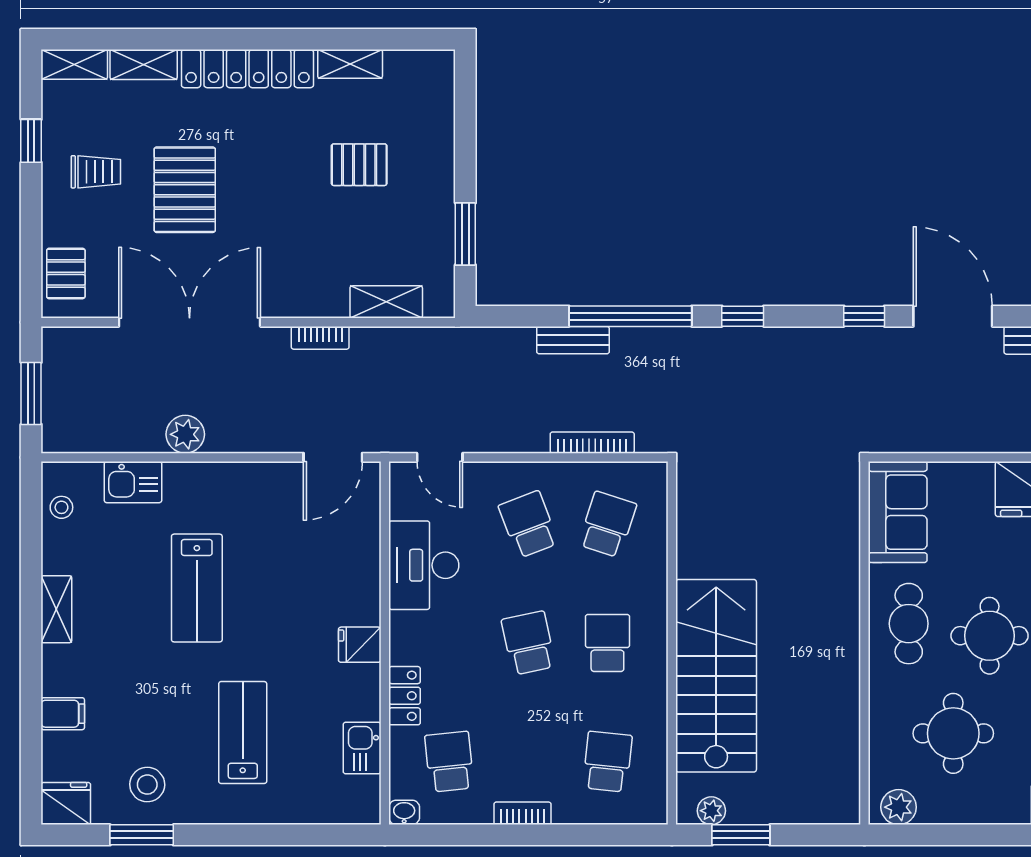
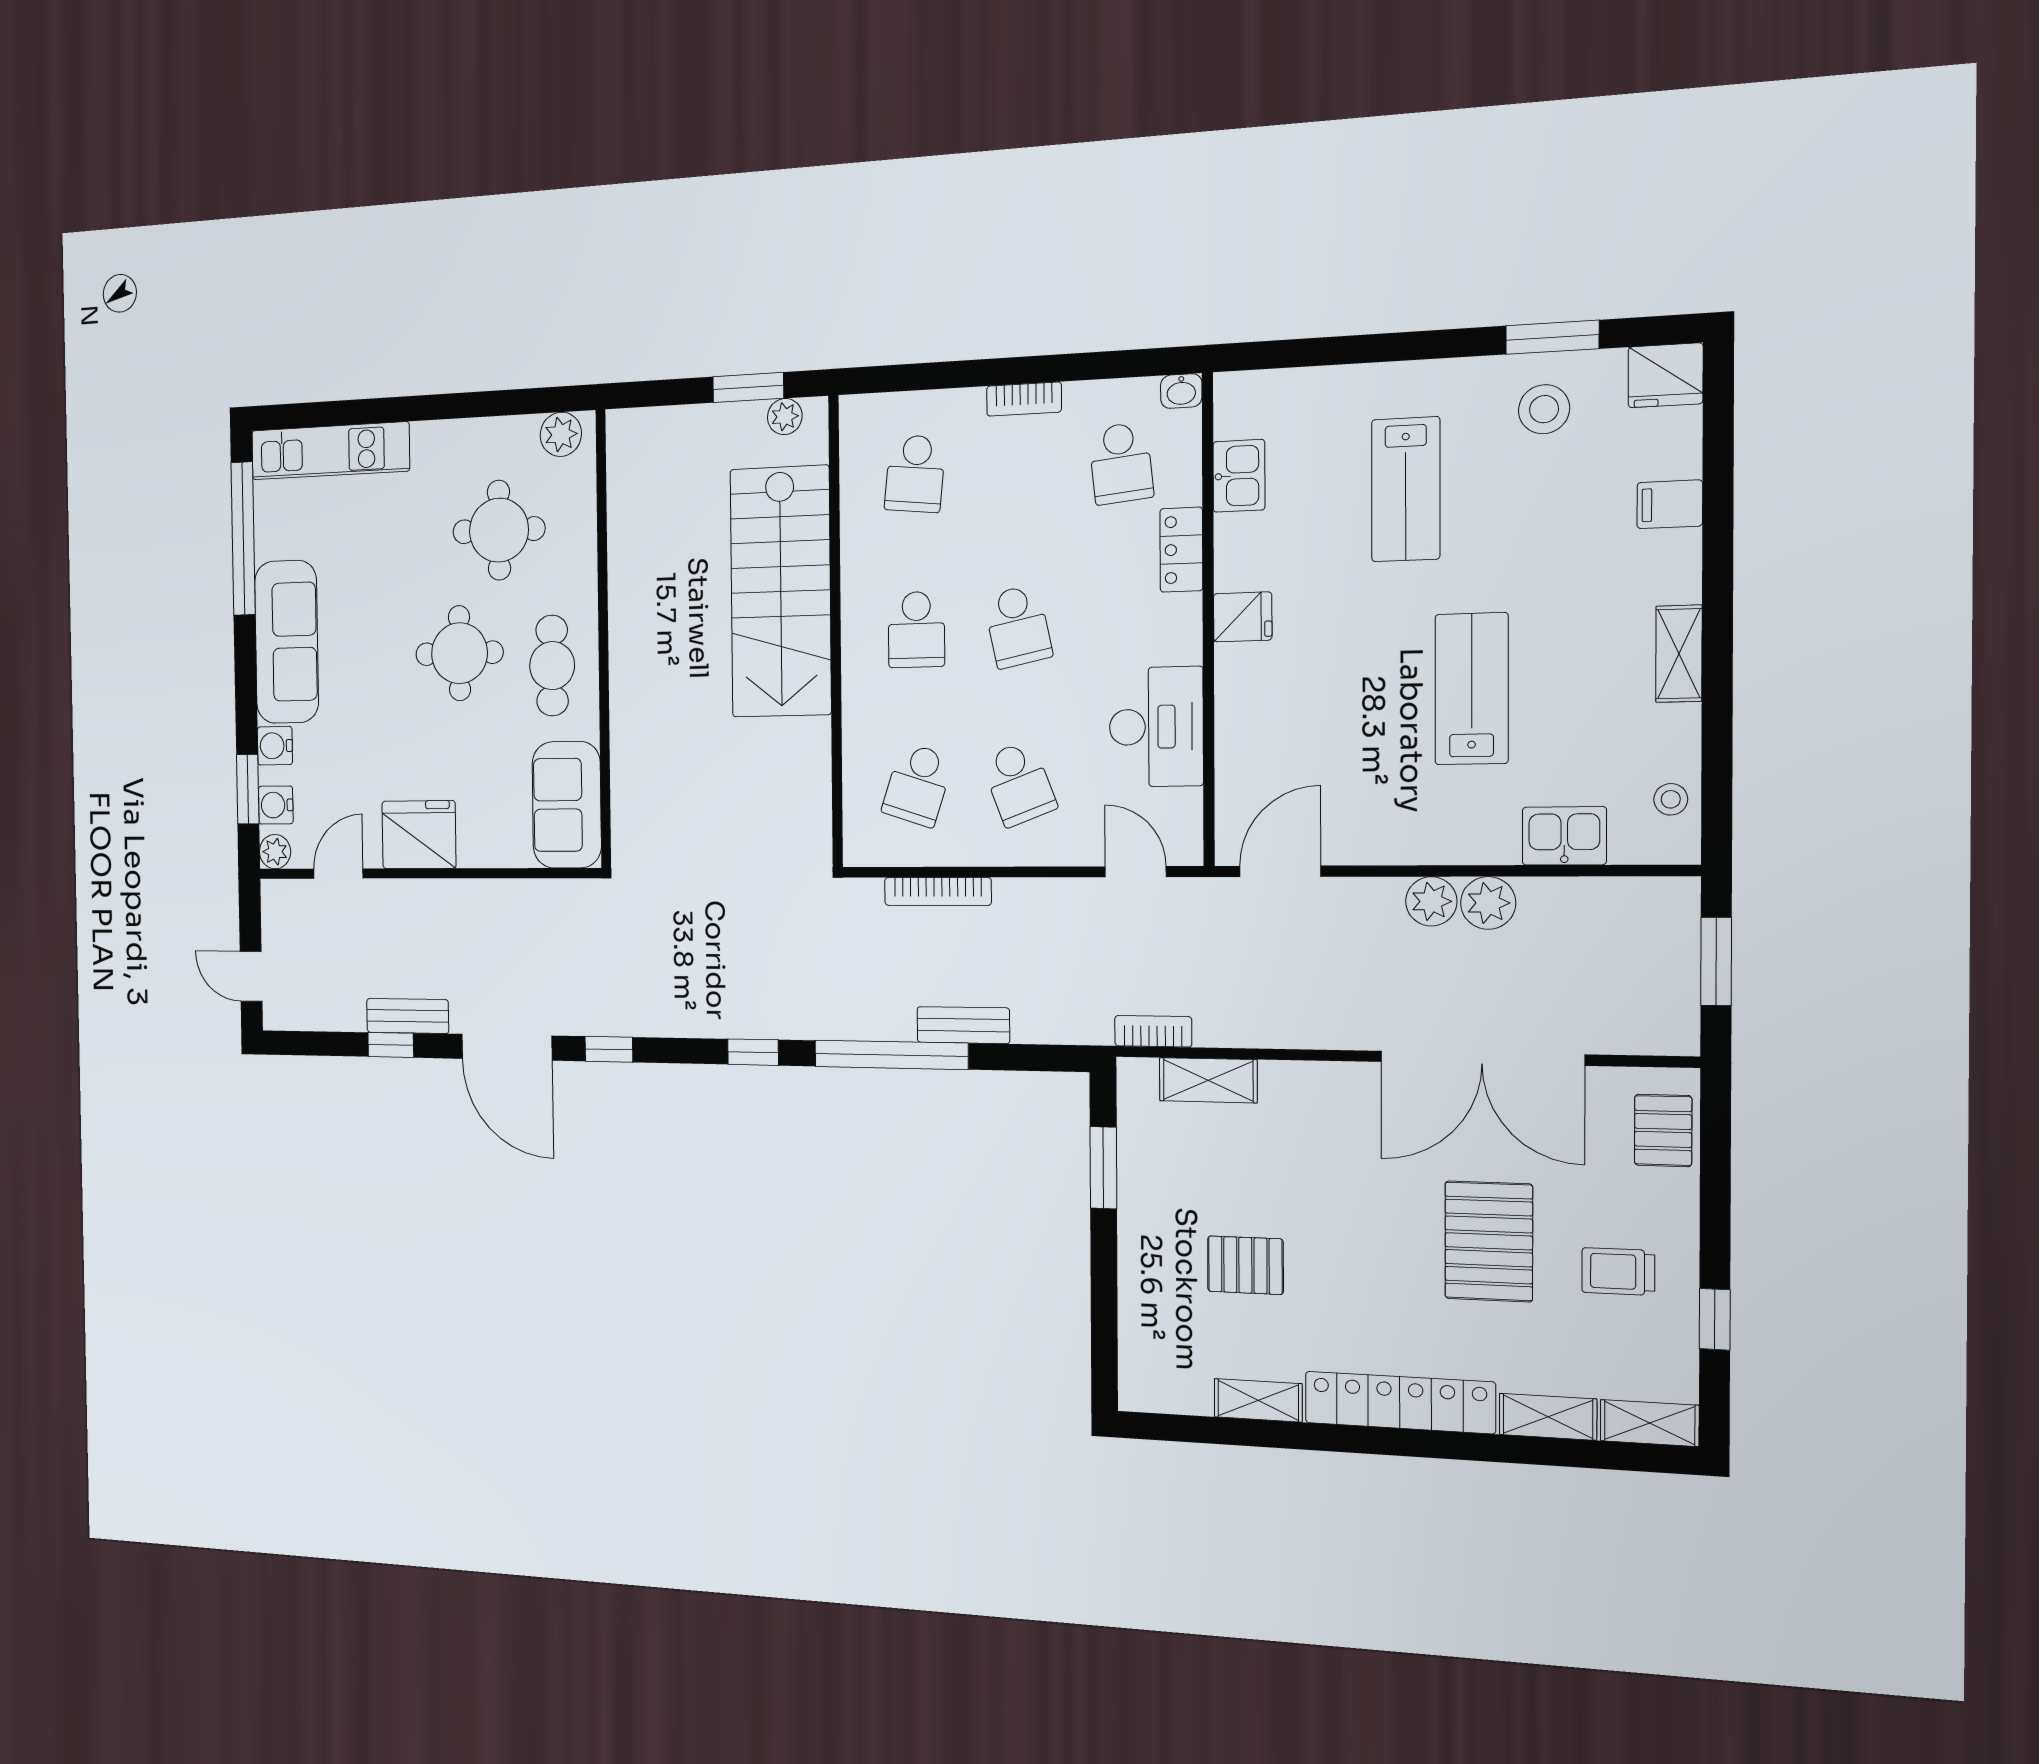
bookcase: (320, 338) -> (1153, 1031), moved
plant: (225, 435) -> (1431, 901), added

